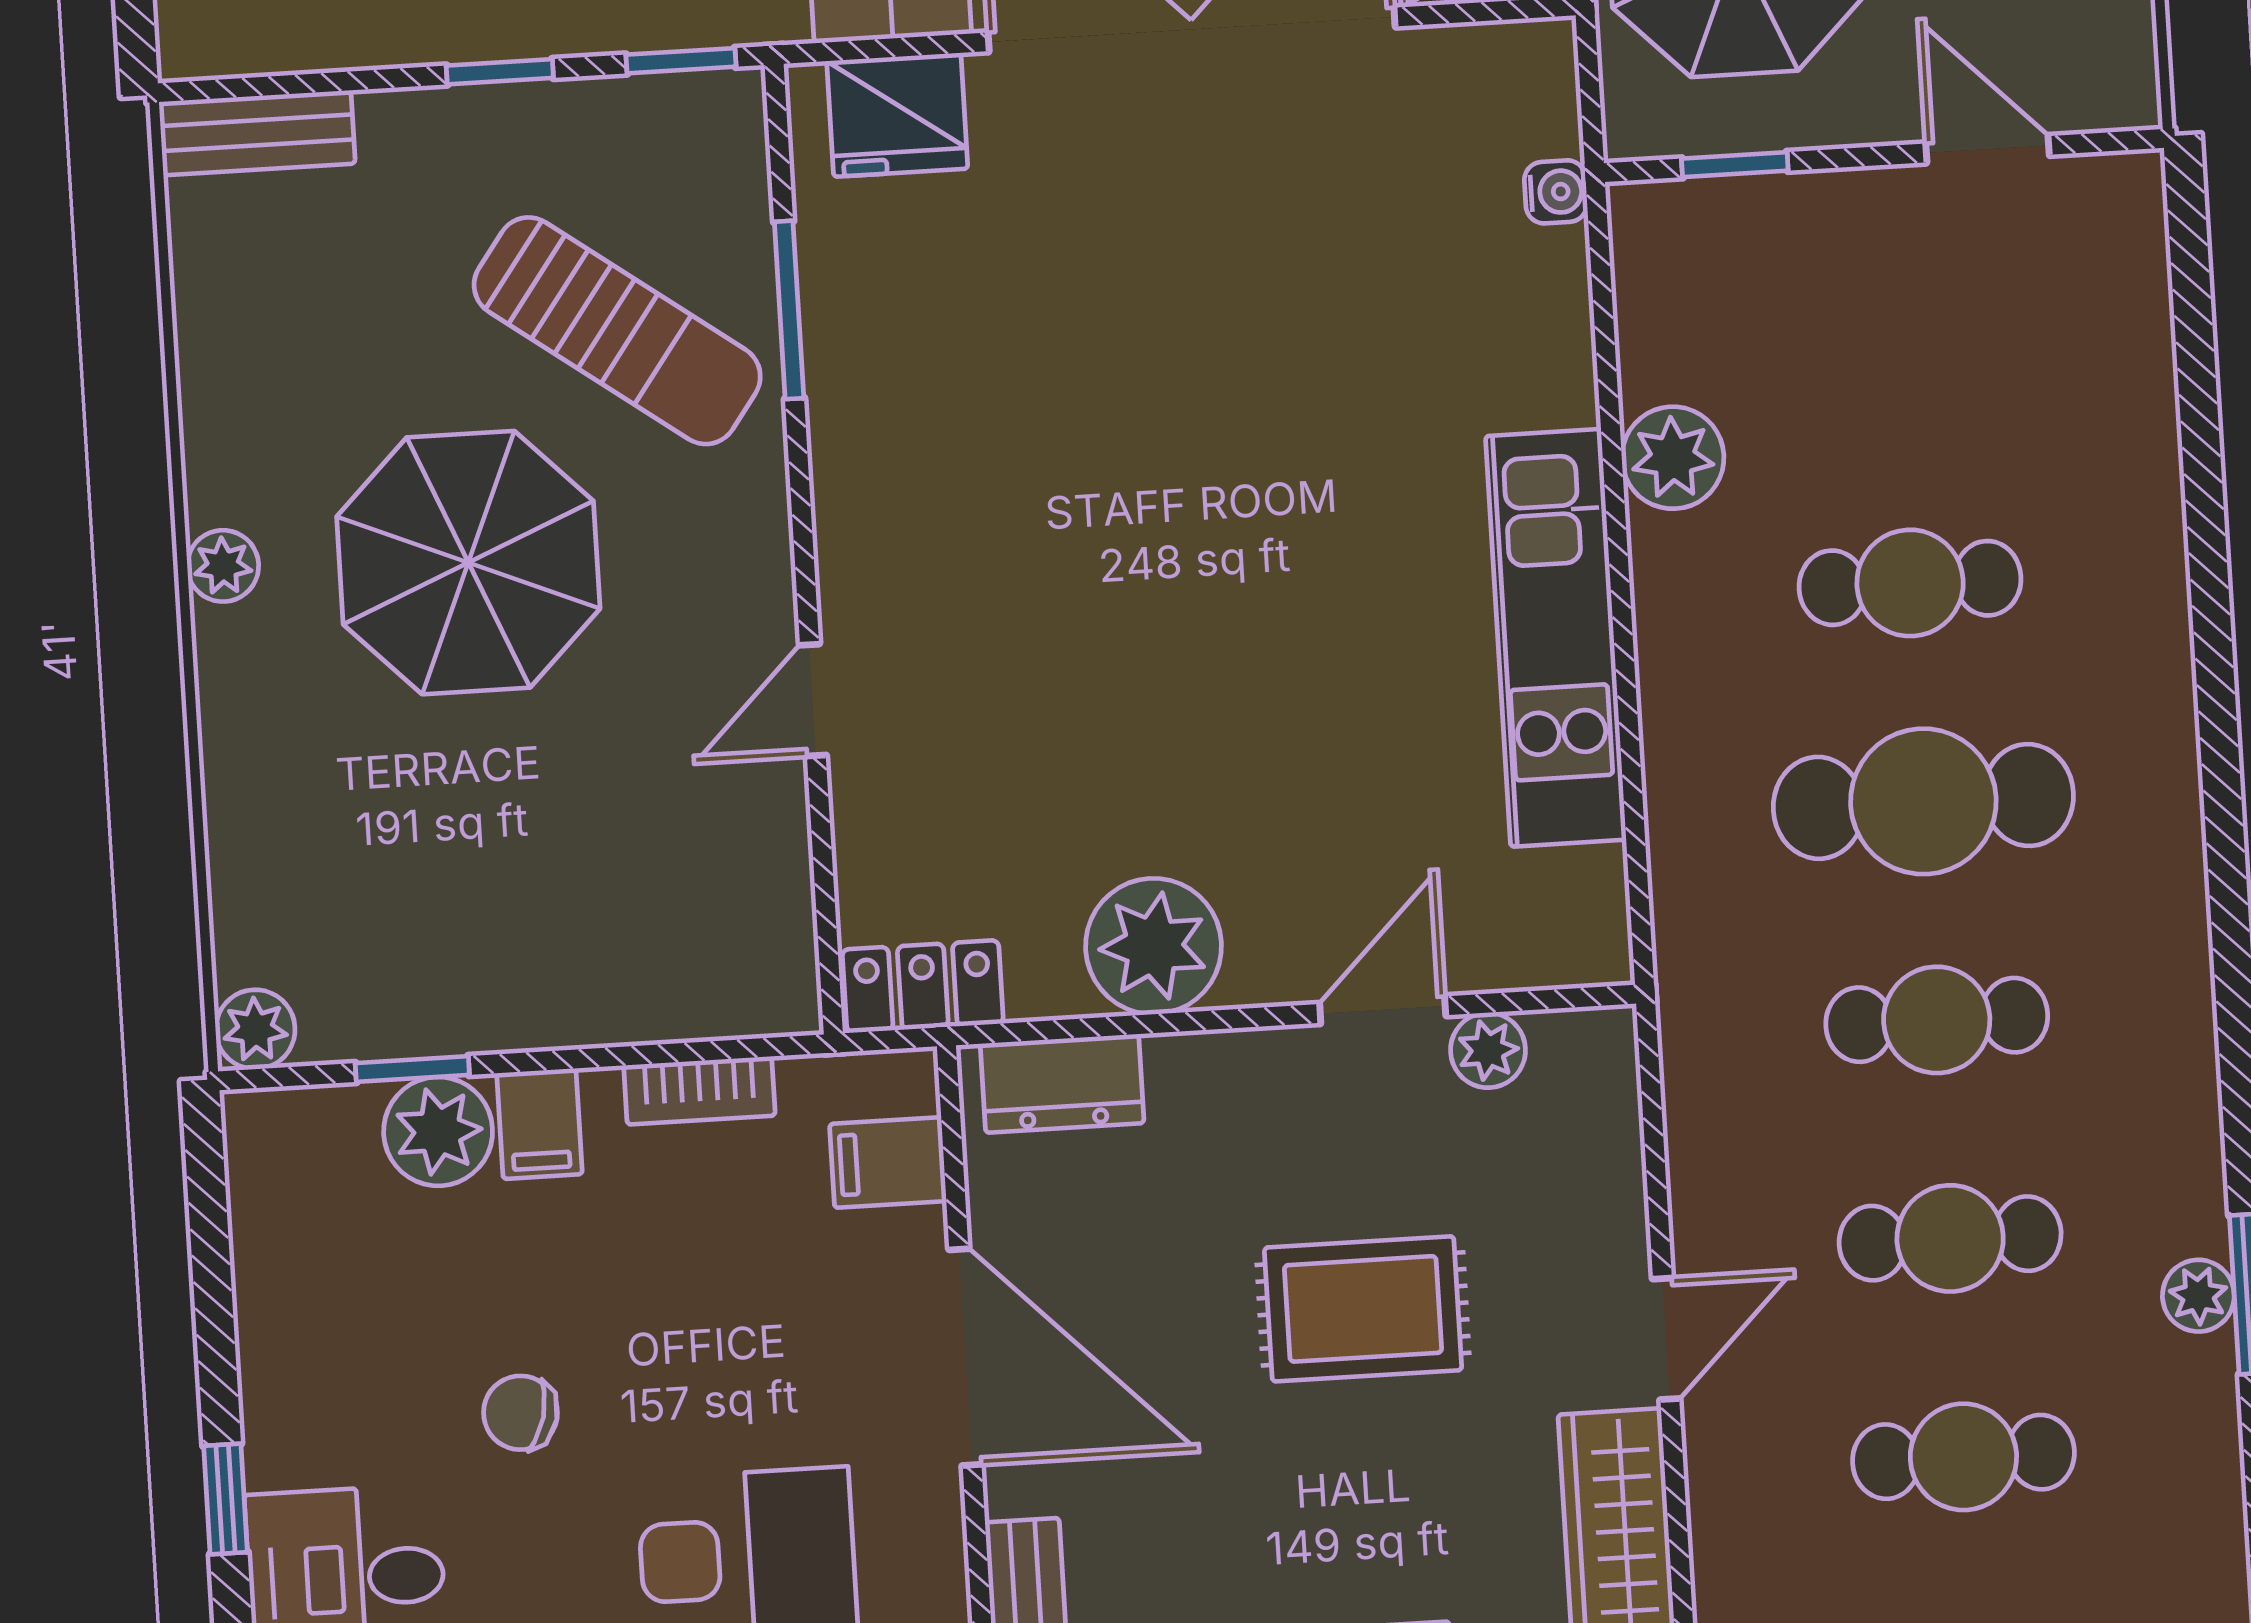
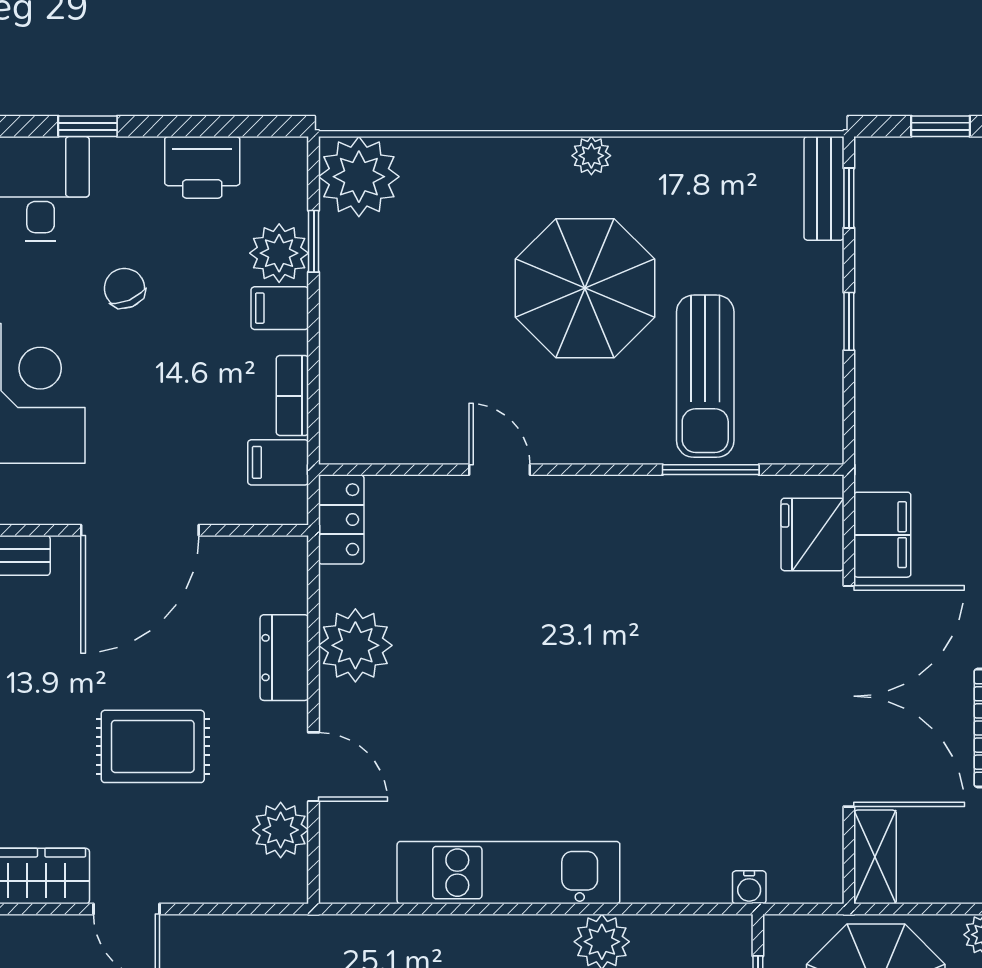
window: (681, 61) -> (849, 198), moved
sun lounger: (617, 331) -> (705, 376), turned -36
plant: (255, 1029) -> (359, 177), width x1.87, depth x1.87
plant: (1488, 1050) -> (281, 830), width x1.38, depth x1.38
dresser: (1062, 1083) -> (284, 658), moved
filing cabinet: (888, 1163) -> (278, 462), moved, turned -90
printer: (288, 1283) -> (202, 167), added
rug: (1363, 1309) -> (153, 746), turned 90
chair: (520, 1413) -> (124, 288), turned -37

